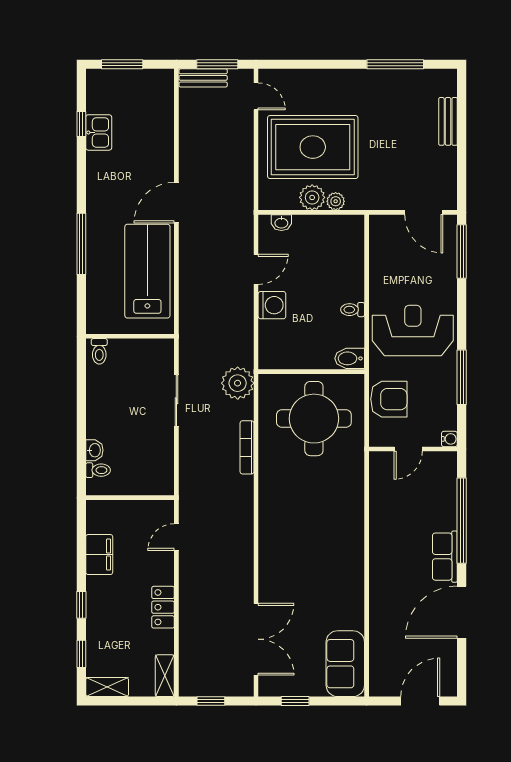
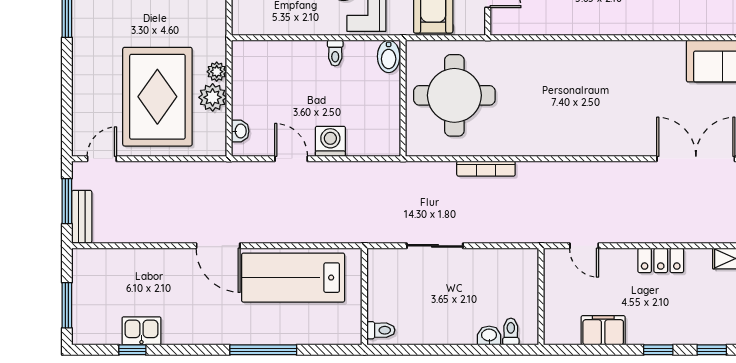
plant: (238, 383) -> (416, 179), removed

